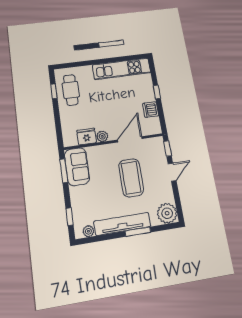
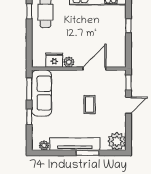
dishwasher: (151, 110) -> (119, 43), removed
sofa: (77, 167) -> (42, 93), width x1.36
coffee table: (131, 178) -> (90, 105), width x0.54, depth x0.58
window: (70, 217) -> (29, 117), moved

